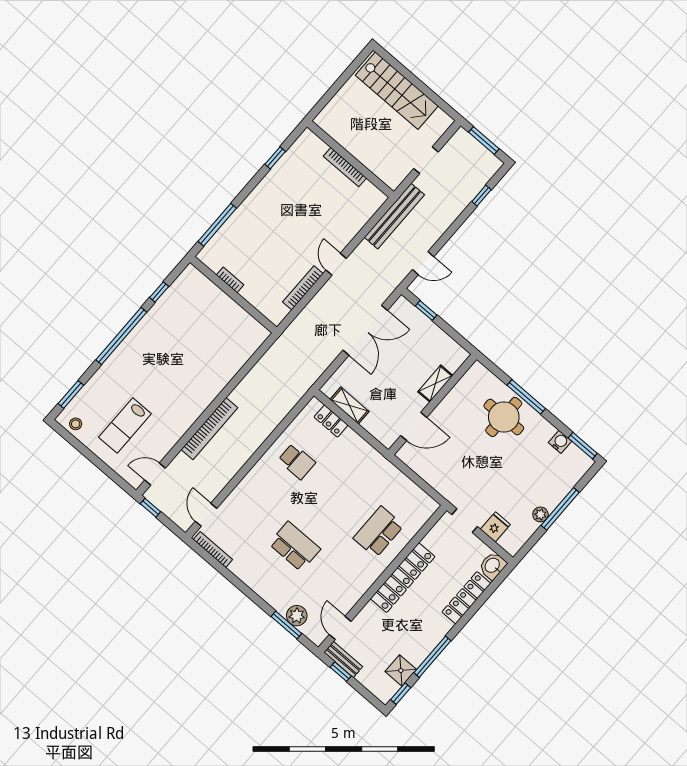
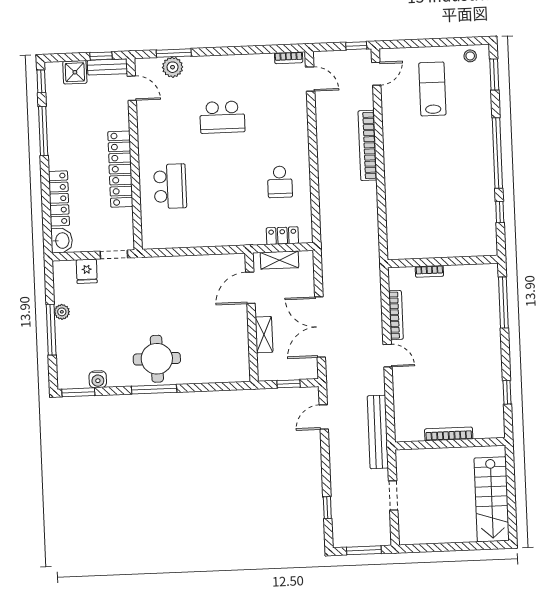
stairs: (397, 91) -> (492, 499), moved, turned -90
bookcase: (230, 280) -> (429, 271), moved
shelving: (435, 384) -> (264, 335), moved
wall: (433, 405) -> (252, 317), moved
door: (414, 426) -> (250, 288), moved
school desk: (297, 461) -> (280, 182), turned -90
bookcase: (213, 550) -> (289, 58), width x0.64
shower: (401, 670) -> (75, 72), moved

